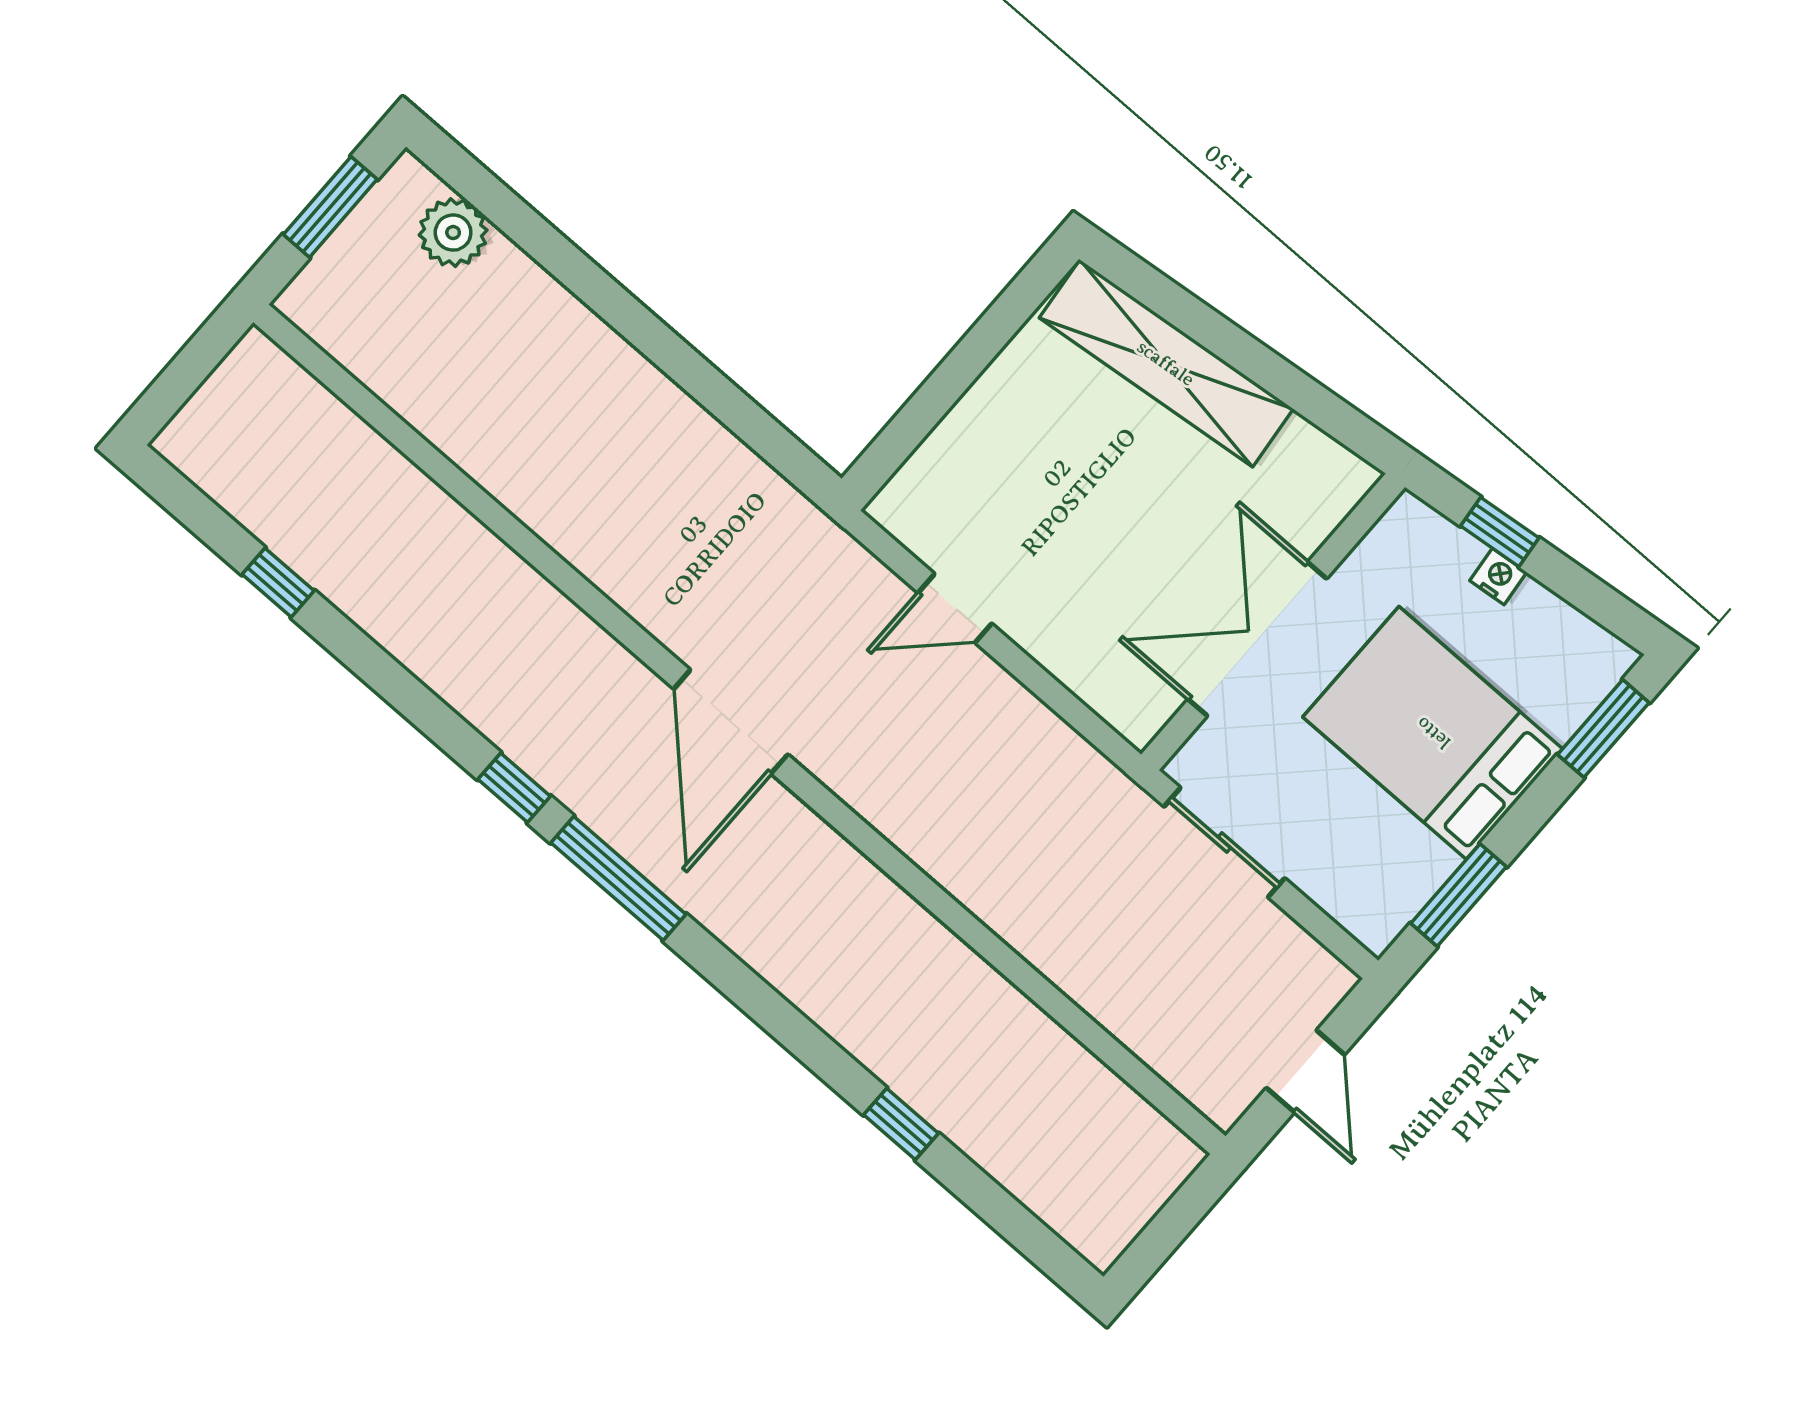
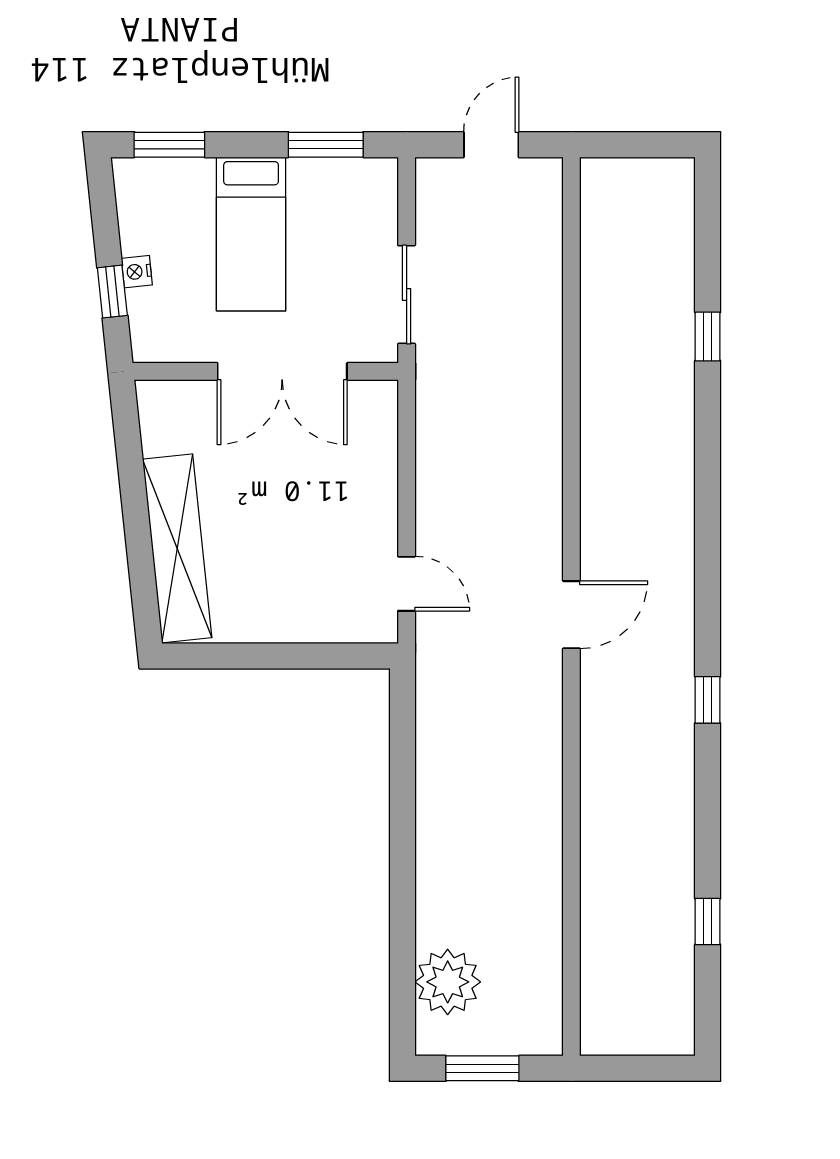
plant: (453, 233) -> (448, 982), width x1.36, depth x1.36
door: (955, 608) -> (407, 584), moved
door: (731, 722) -> (571, 615), width x0.73
bed: (1433, 733) -> (251, 234), width x0.67
window: (618, 878) -> (708, 602), removed

